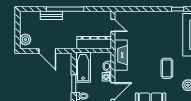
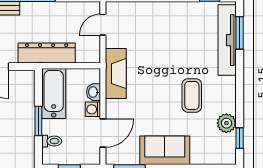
door: (113, 25) -> (103, 25), swing flipped
dresser: (94, 43) -> (47, 53), moved

